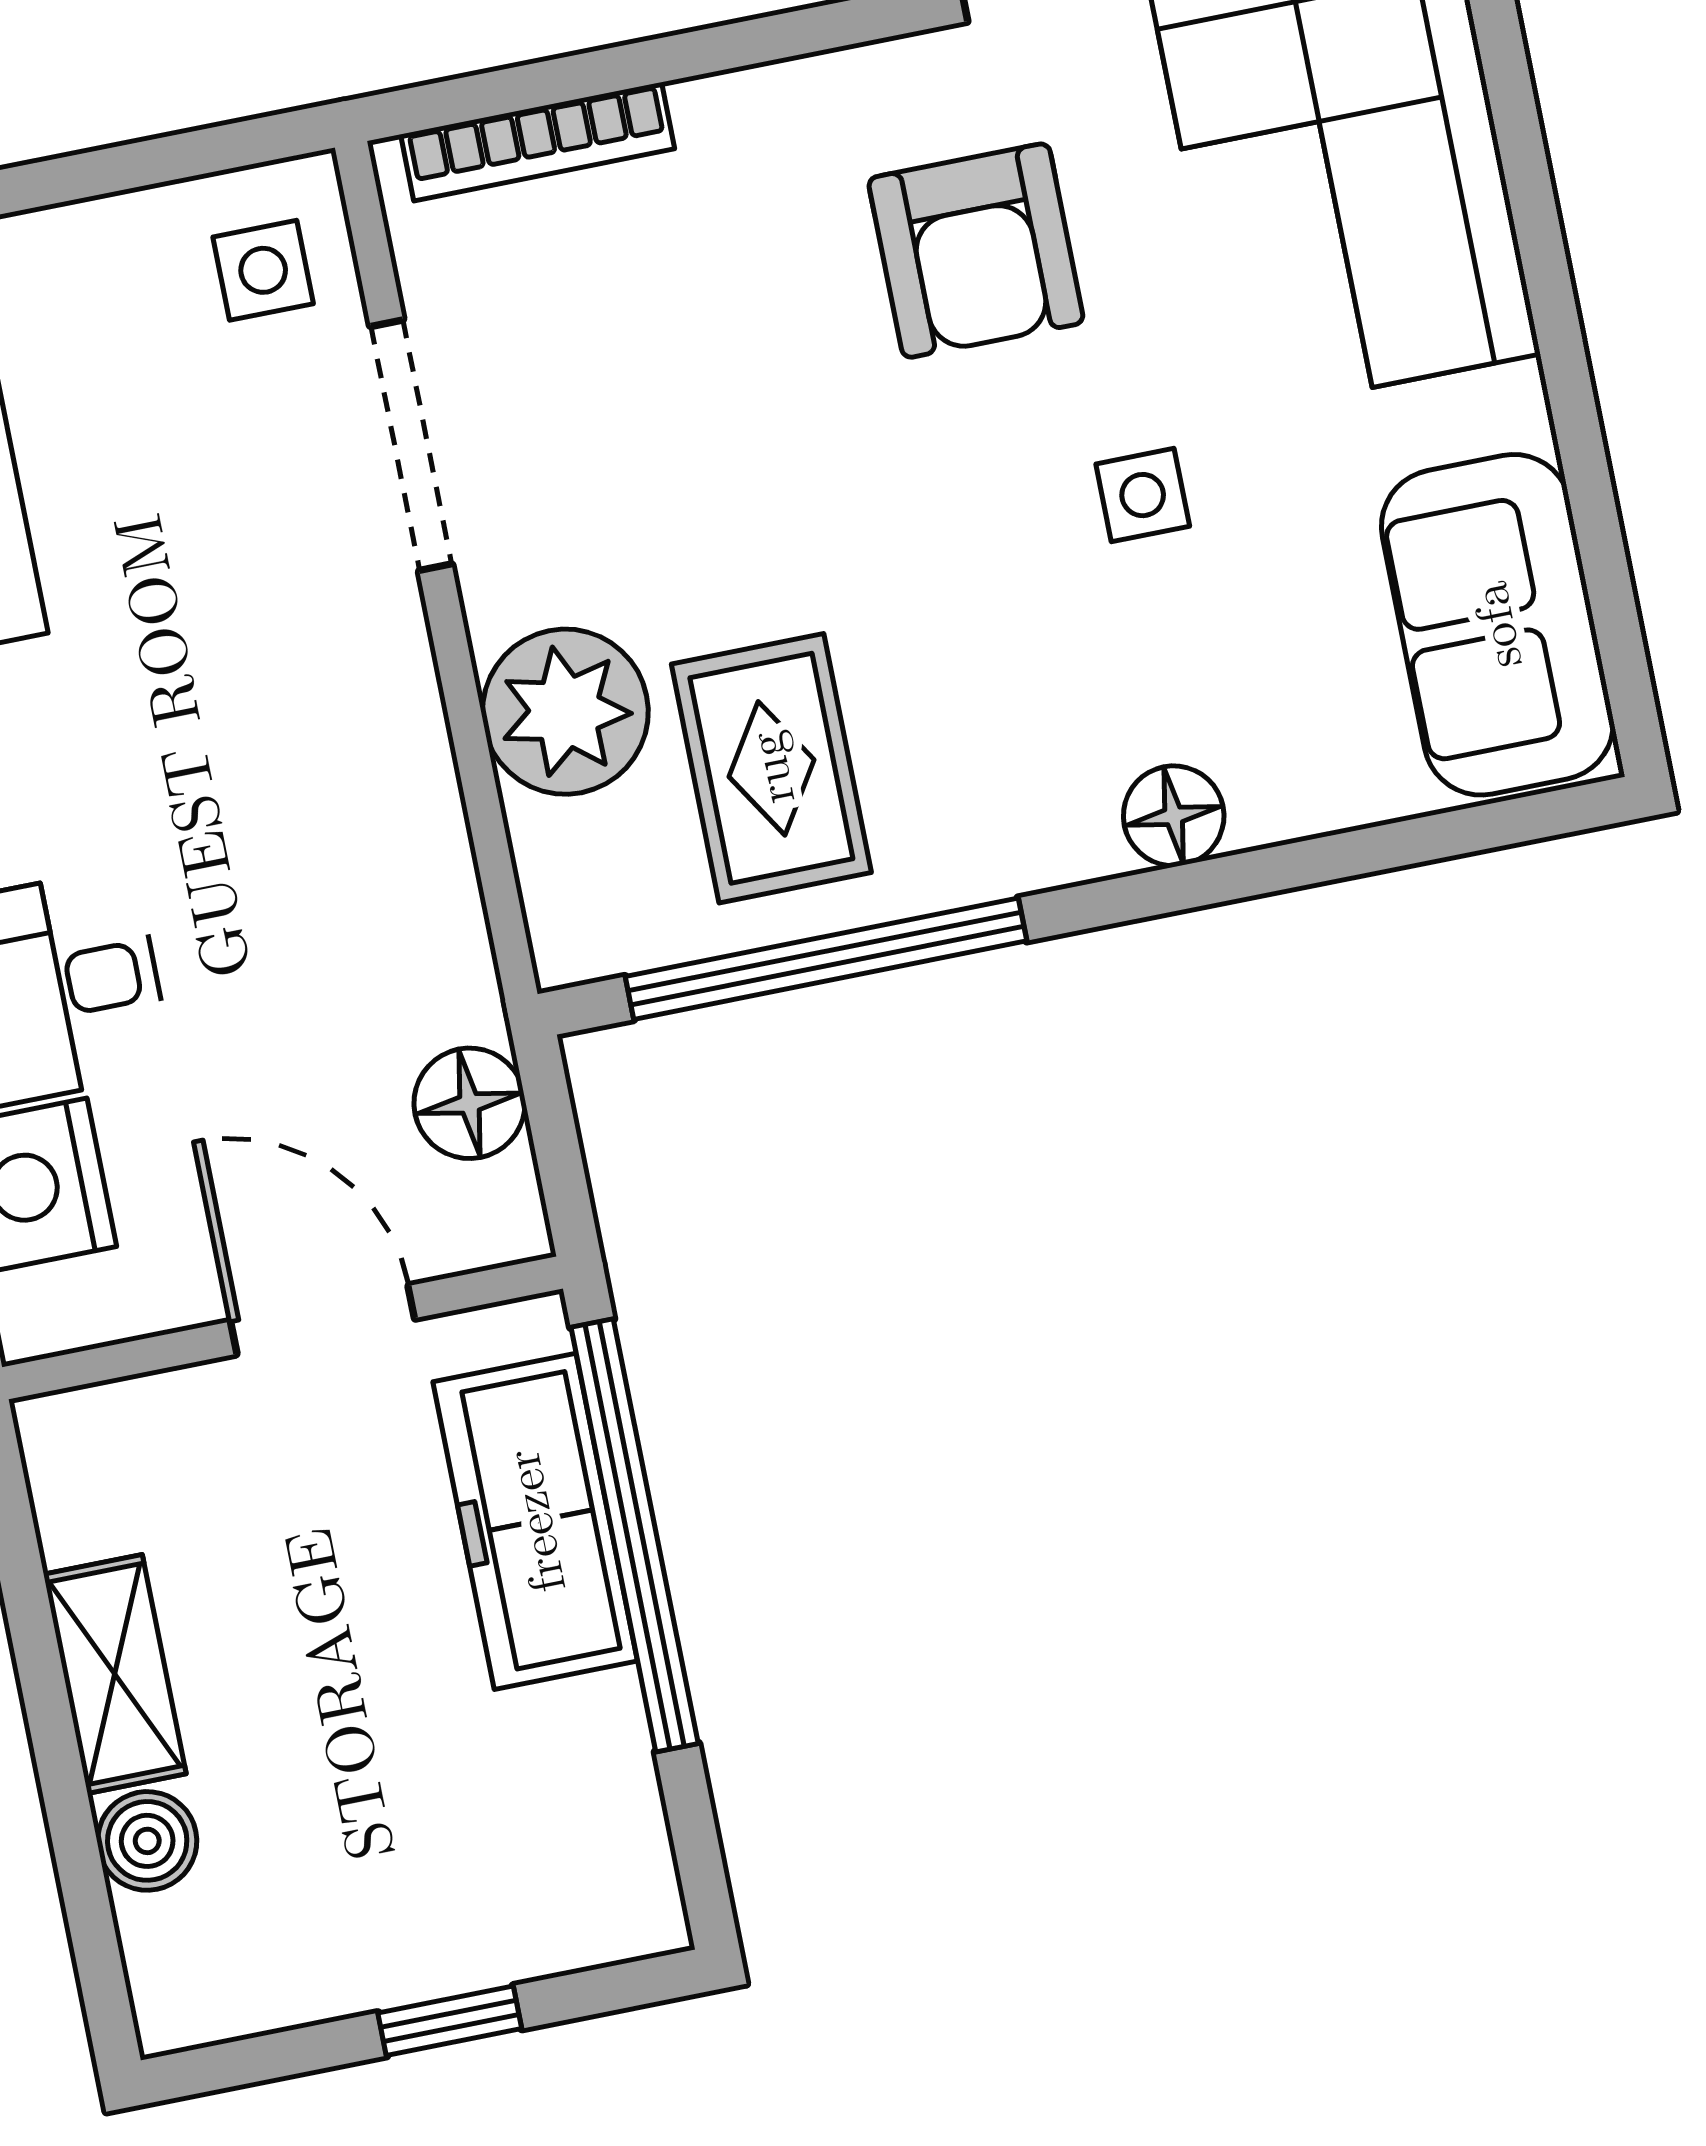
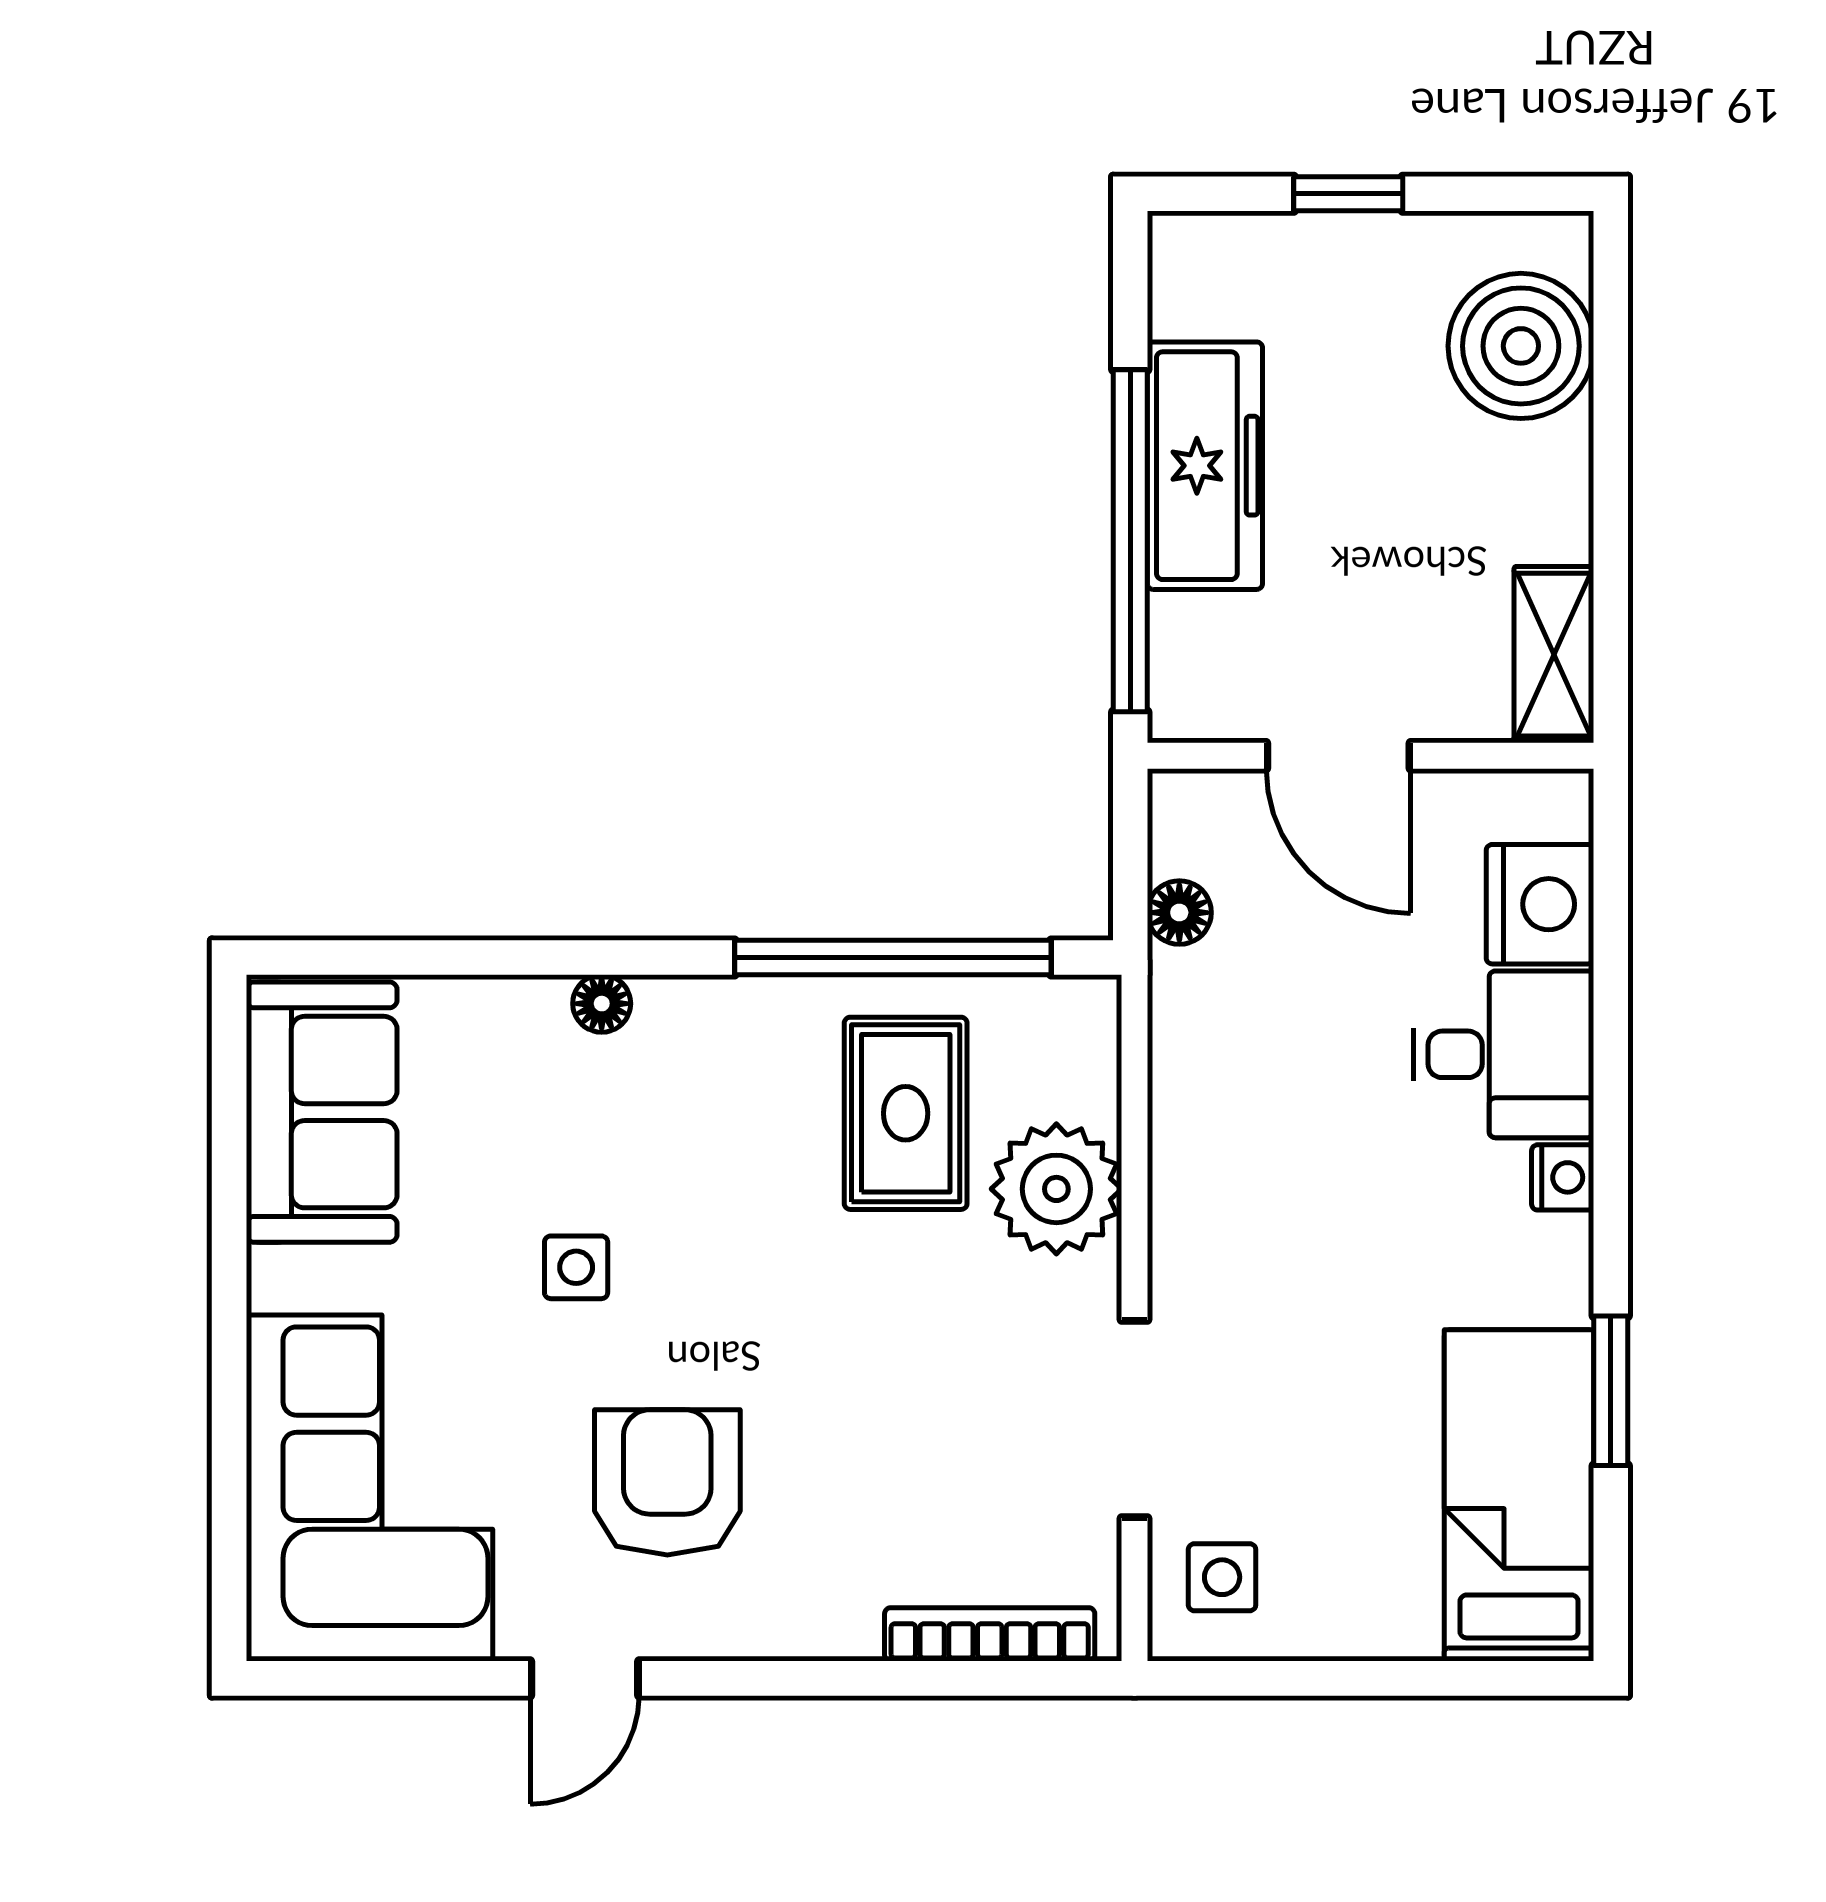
floor lamp: (1174, 816) -> (602, 1004), width x0.73, depth x0.73
floor lamp: (470, 1103) -> (1179, 913), width x0.73, depth x0.73
freezer: (535, 1521) -> (1205, 466), moved
shelving: (115, 1674) -> (1554, 655), moved
boiler: (147, 1841) -> (1521, 346), width x1.86, depth x1.86

